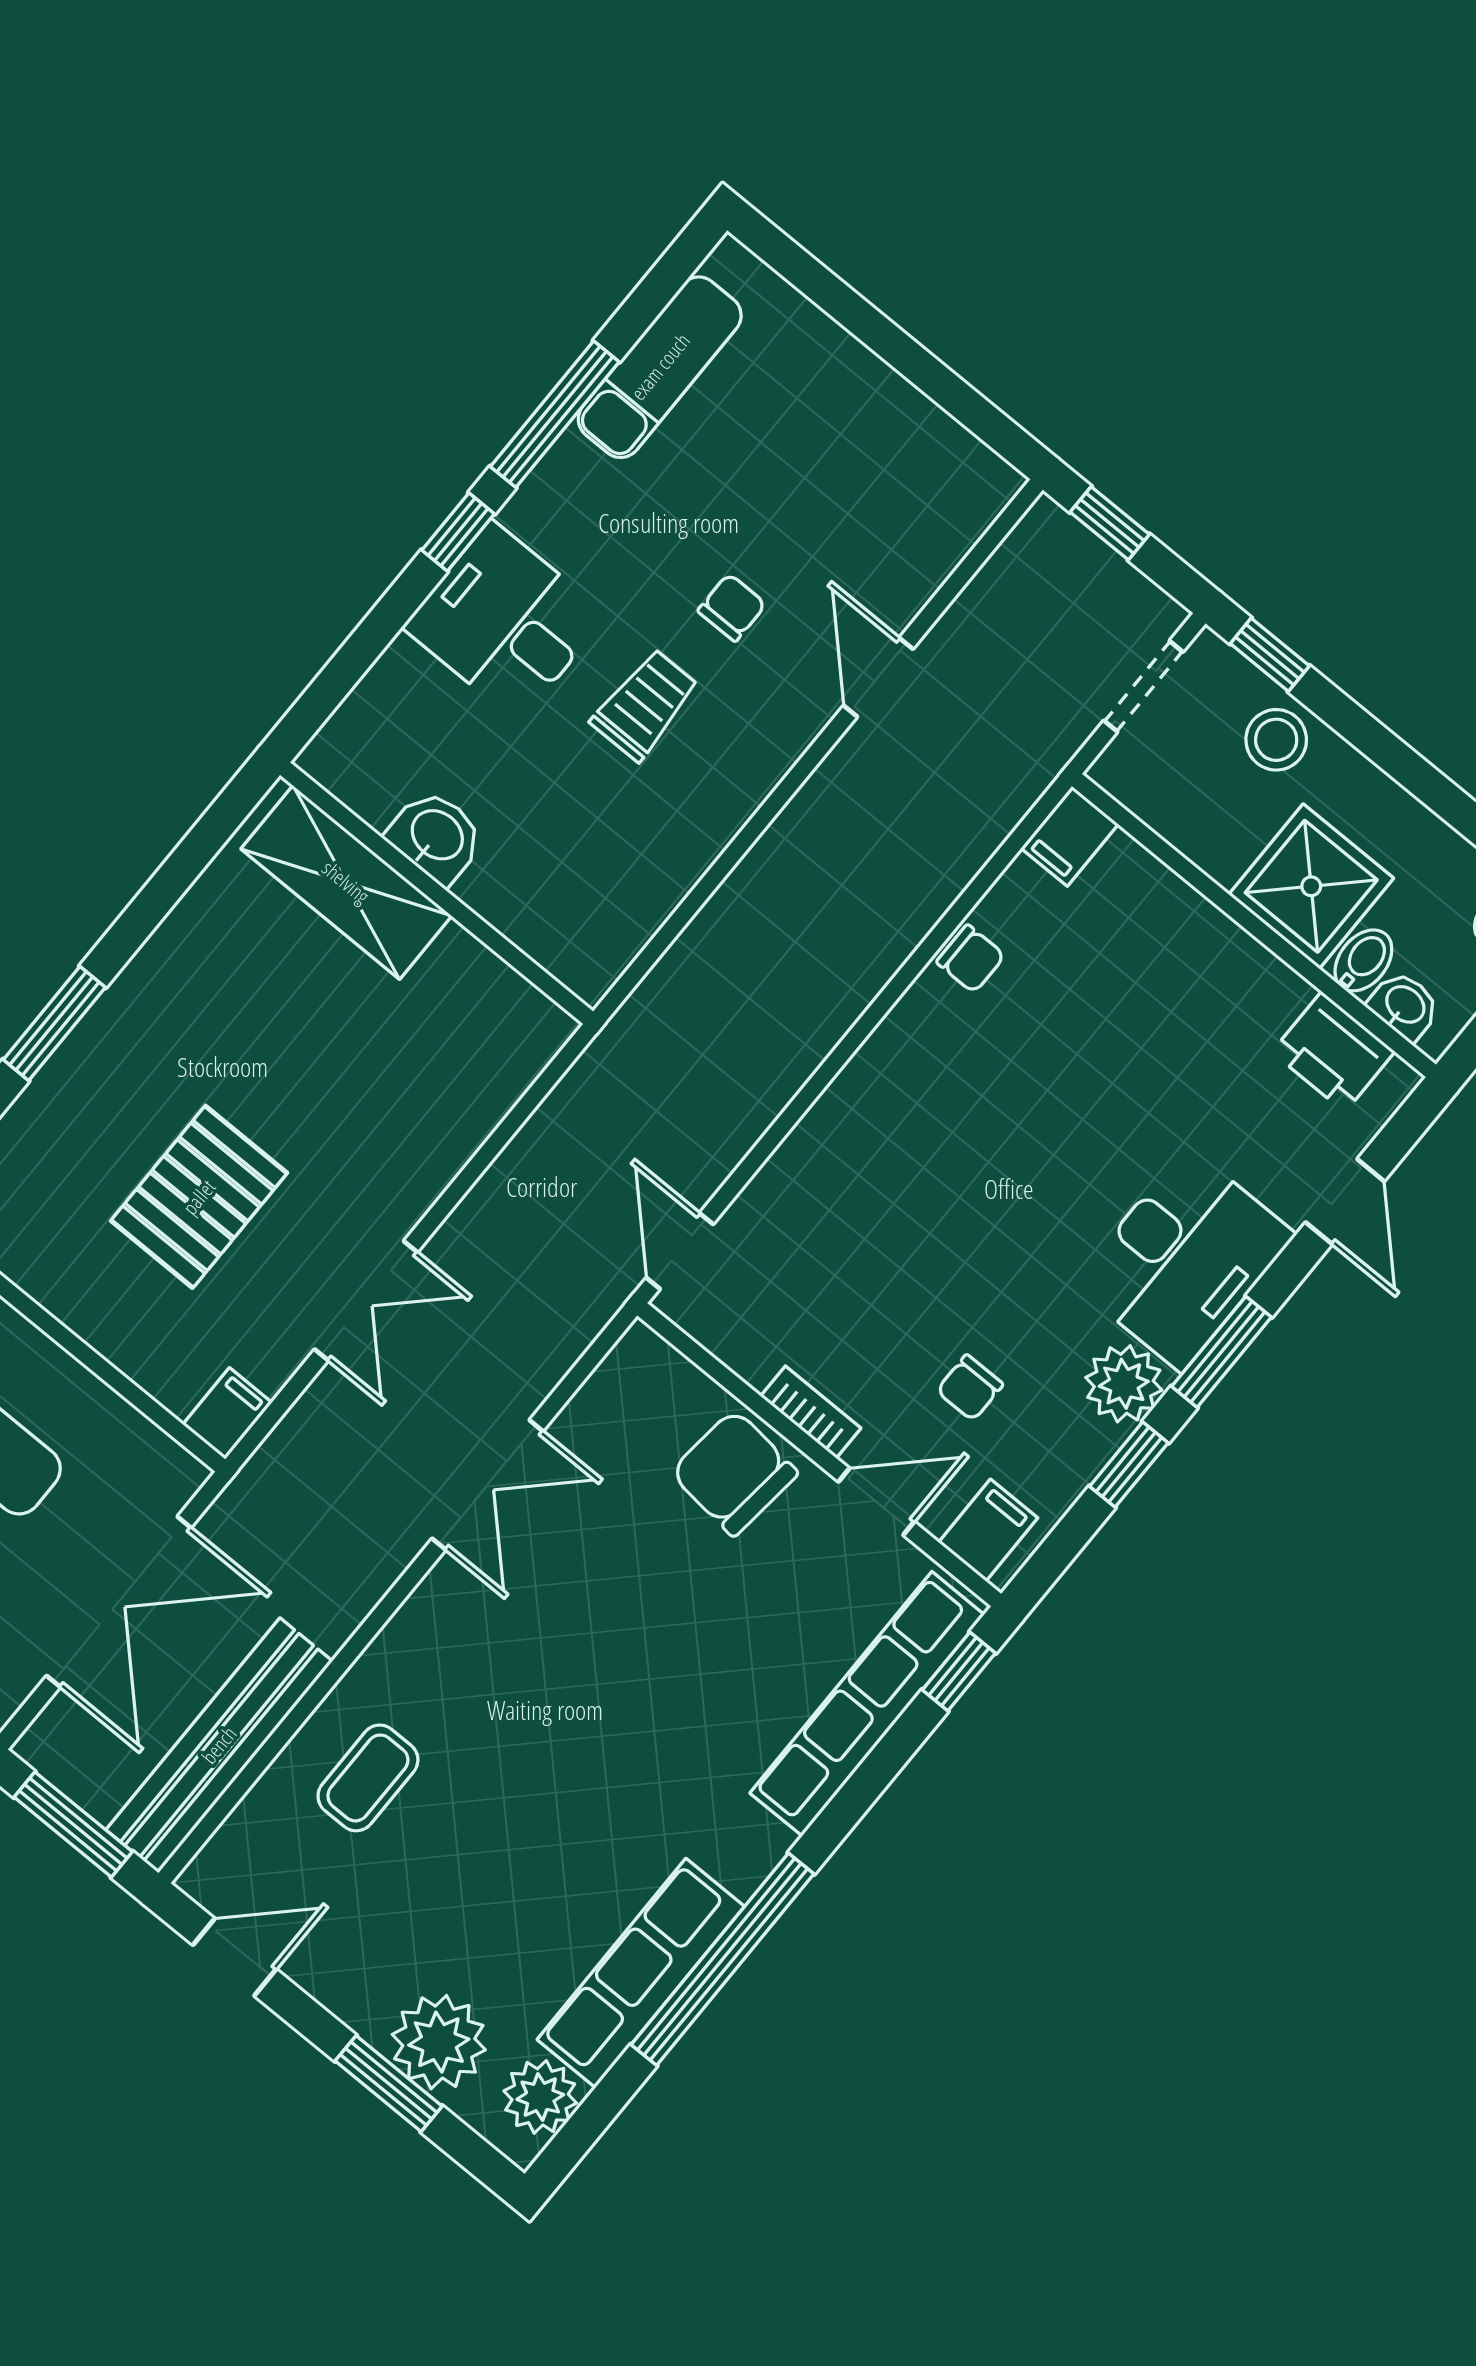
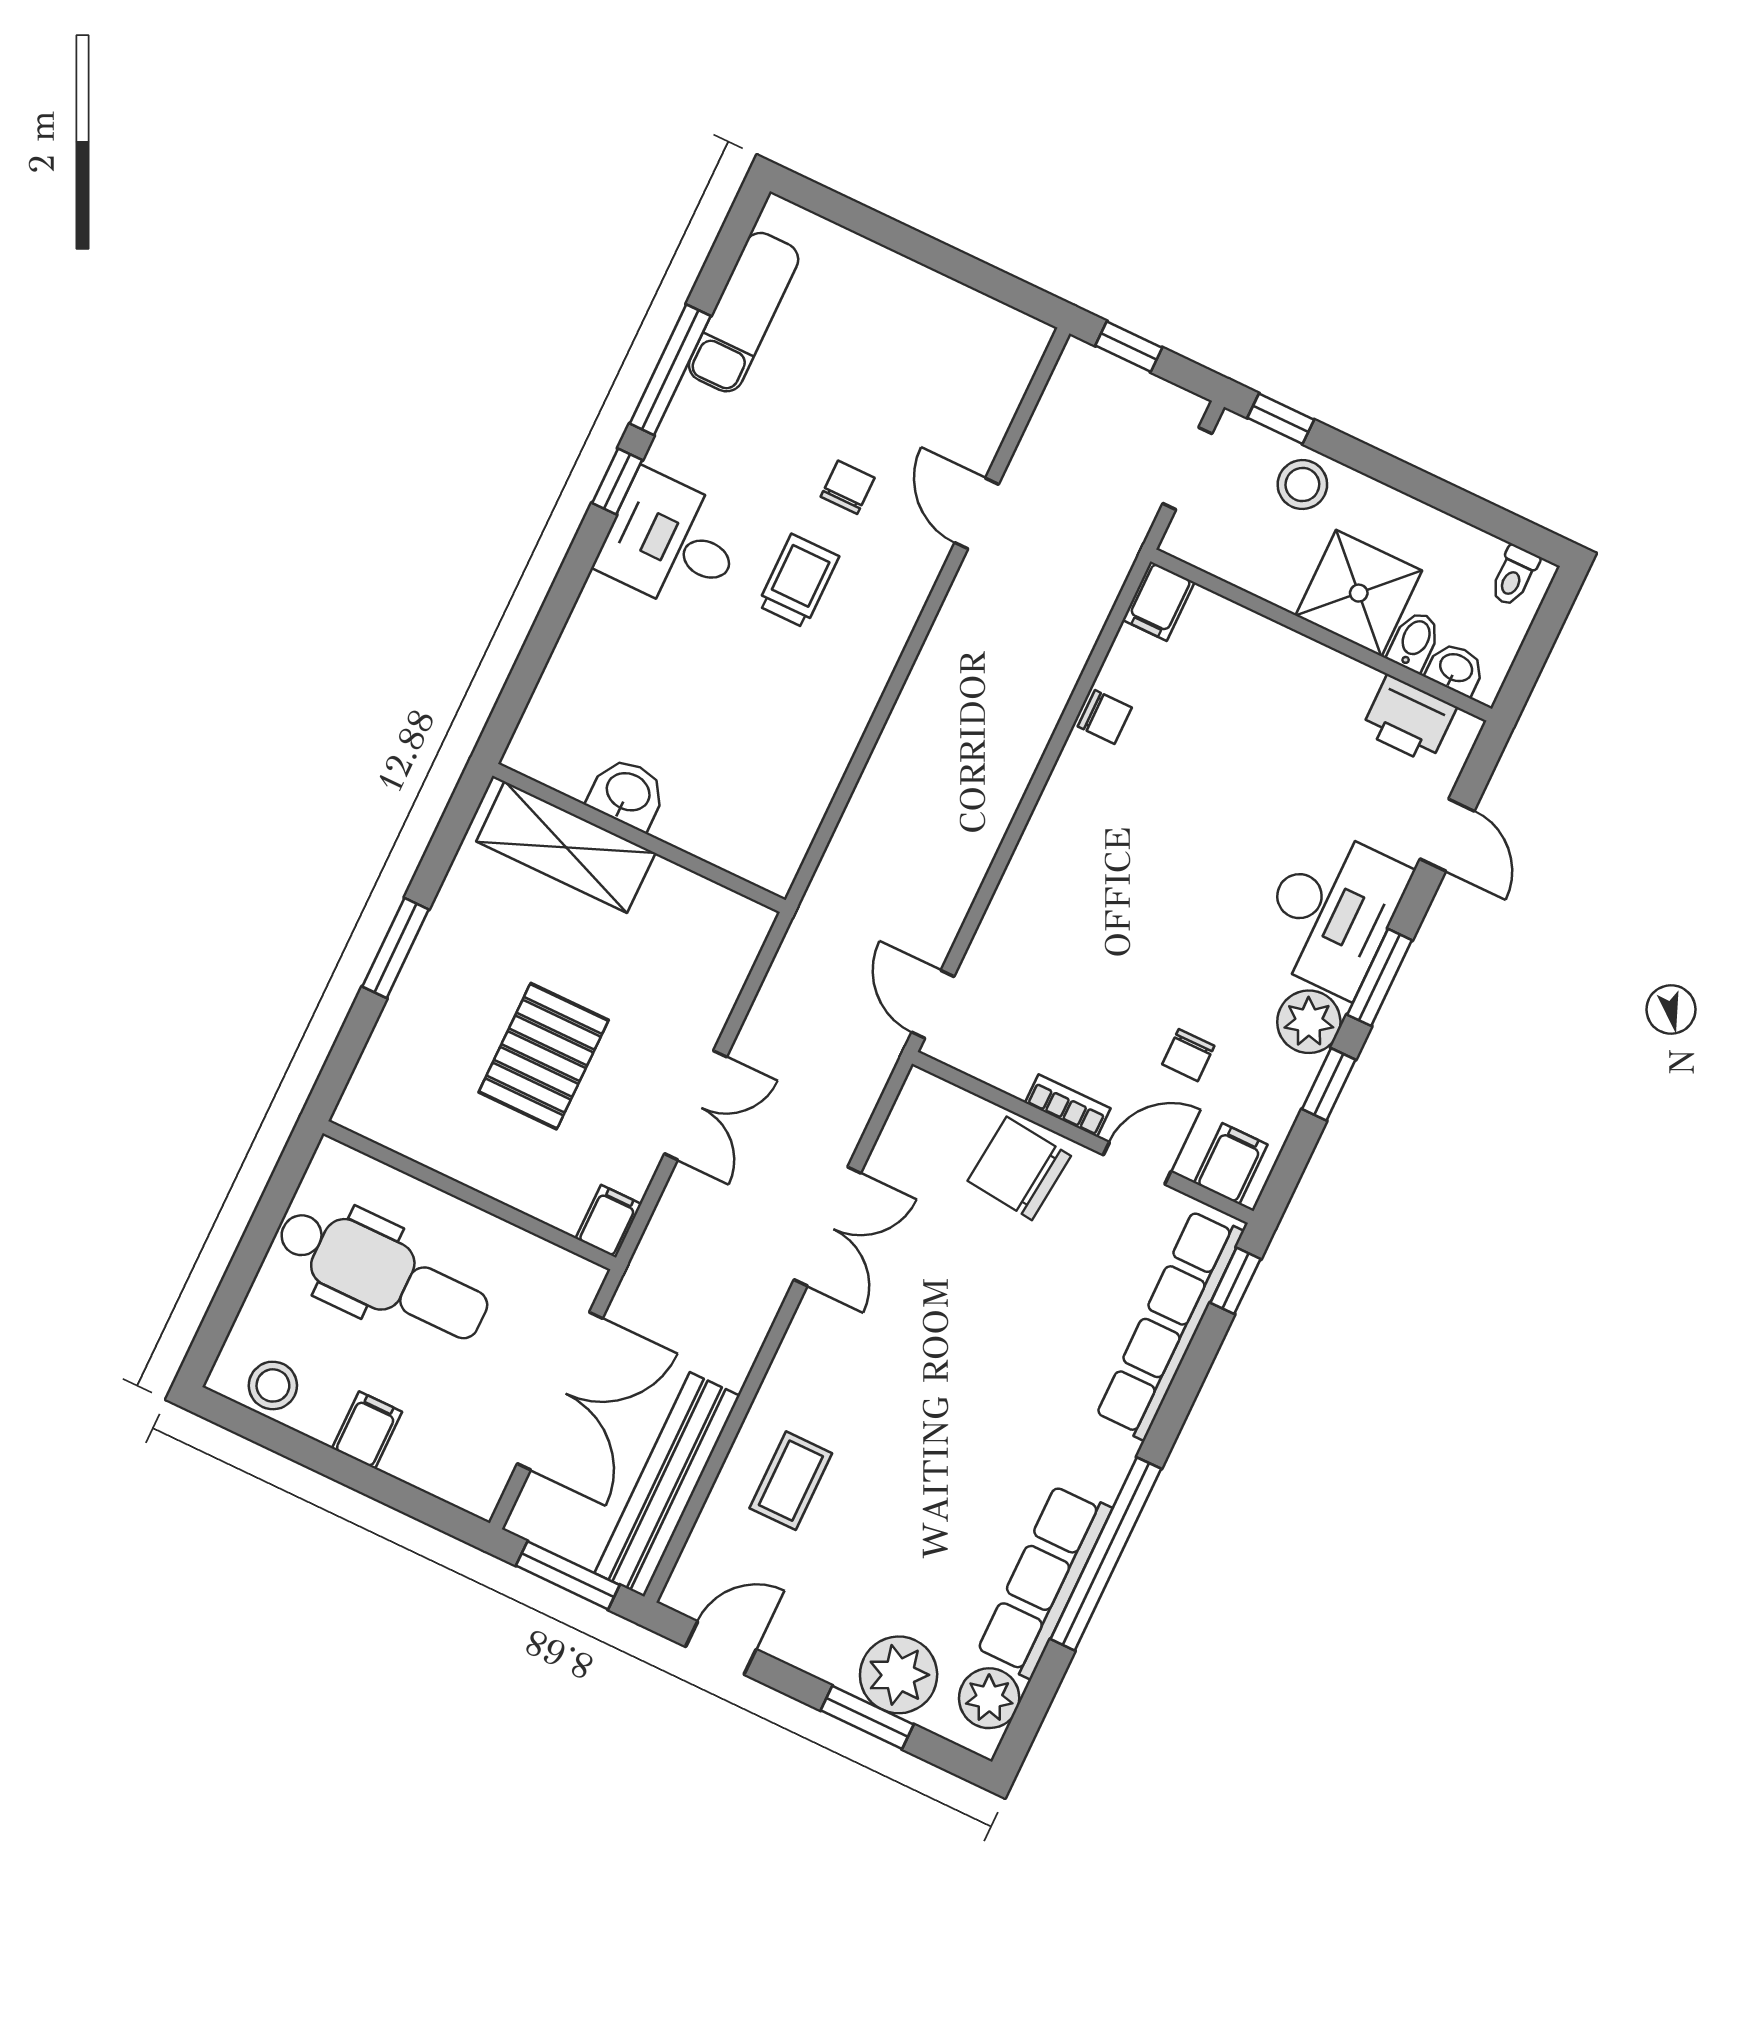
washbasin: (436, 836) -> (627, 793), moved
shelving: (346, 882) -> (566, 847), moved
wall: (437, 893) -> (639, 838), moved

